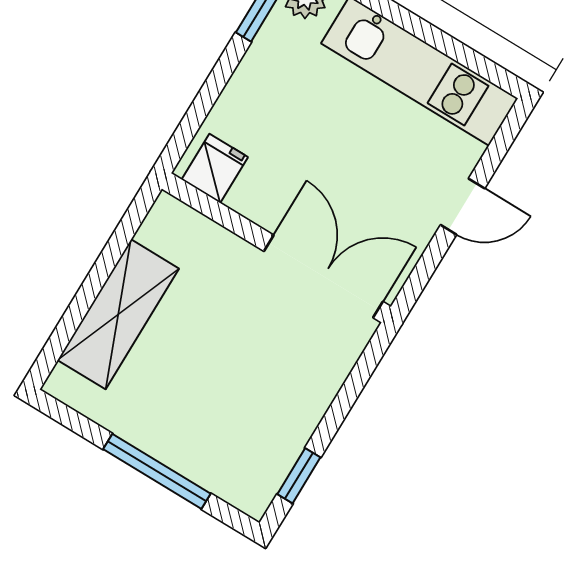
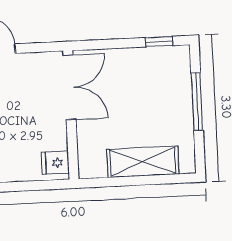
double door: (323, 276) -> (70, 87), swing flipped

